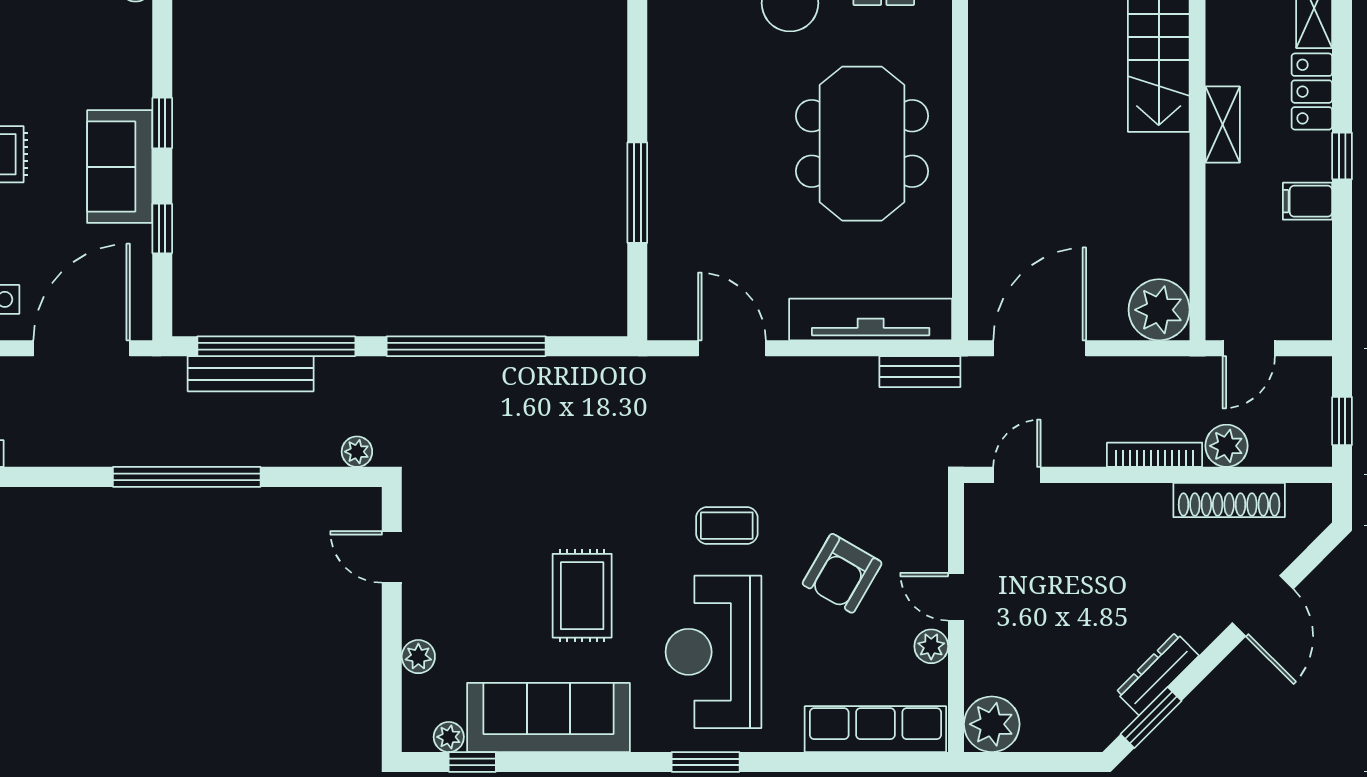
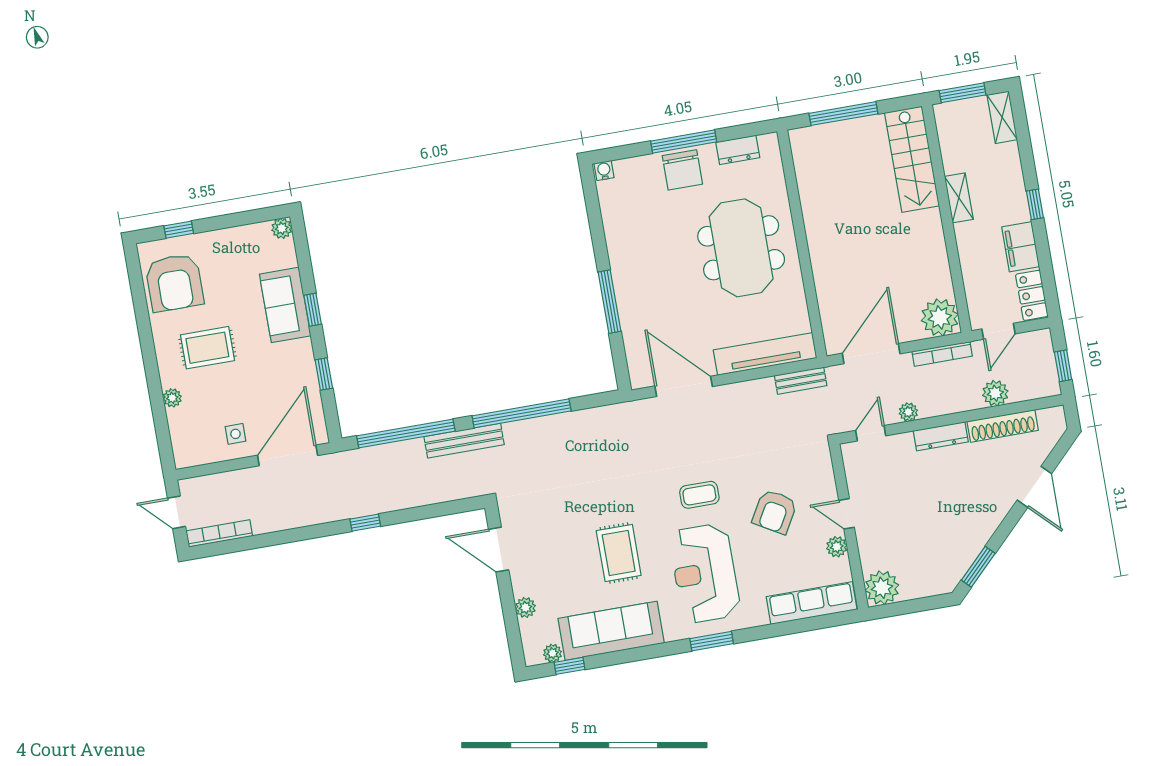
locker: (1312, 92) -> (1032, 295), moved
sofa: (120, 167) -> (285, 305), moved
filing cabinet: (1307, 201) -> (1021, 247), width x2.00
door: (732, 348) -> (684, 386), width x1.36
bench: (251, 374) -> (464, 441), moved
plant: (357, 452) -> (908, 412), moved
bookcase: (1155, 455) -> (942, 354), moved, turned 180
window: (187, 477) -> (365, 523), width x0.32
door: (392, 557) -> (499, 550), width x1.38
dresser: (1157, 674) -> (941, 436), moved, turned -135

